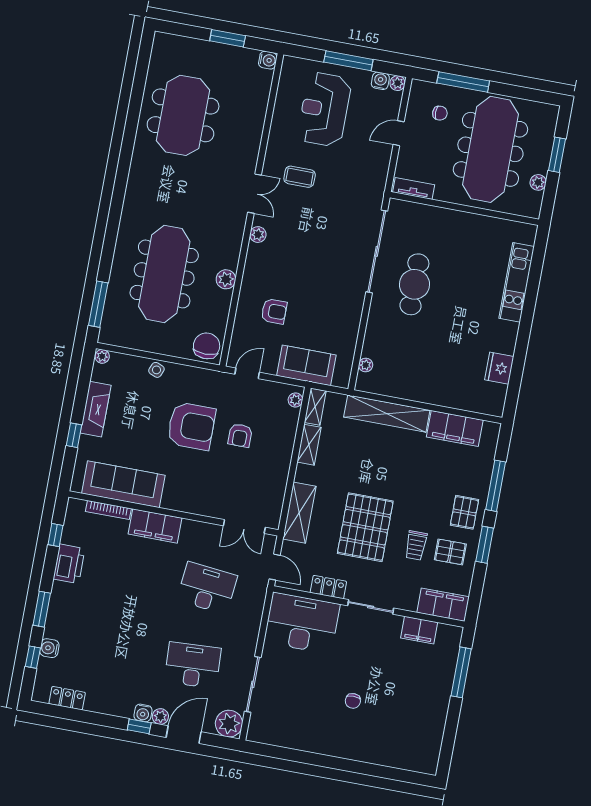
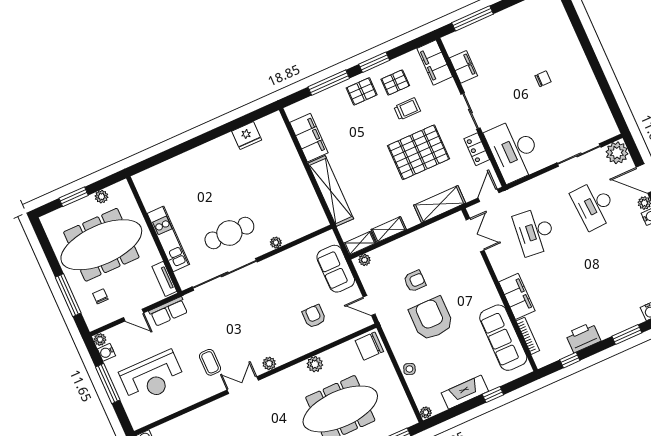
row of seats: (378, 170) -> (168, 311), added
kitchen unit: (517, 282) -> (168, 239), moved, turned -90
plant: (366, 365) -> (276, 243), moved
pallet: (450, 552) -> (395, 82), turned 90

